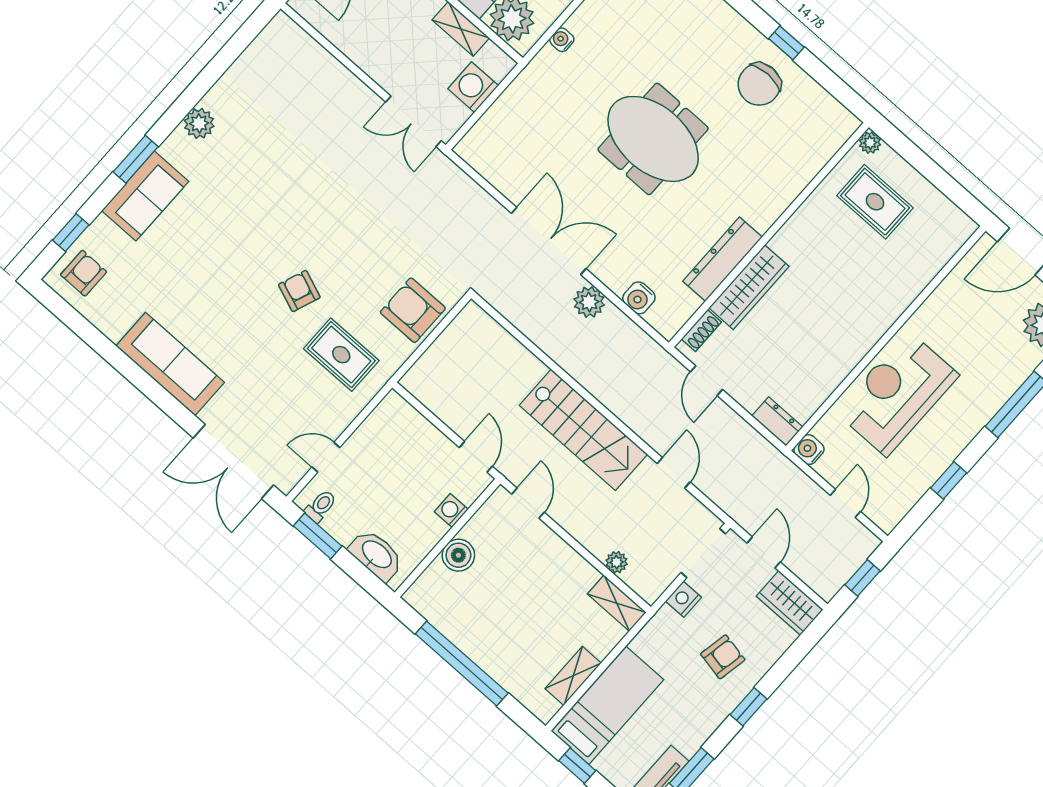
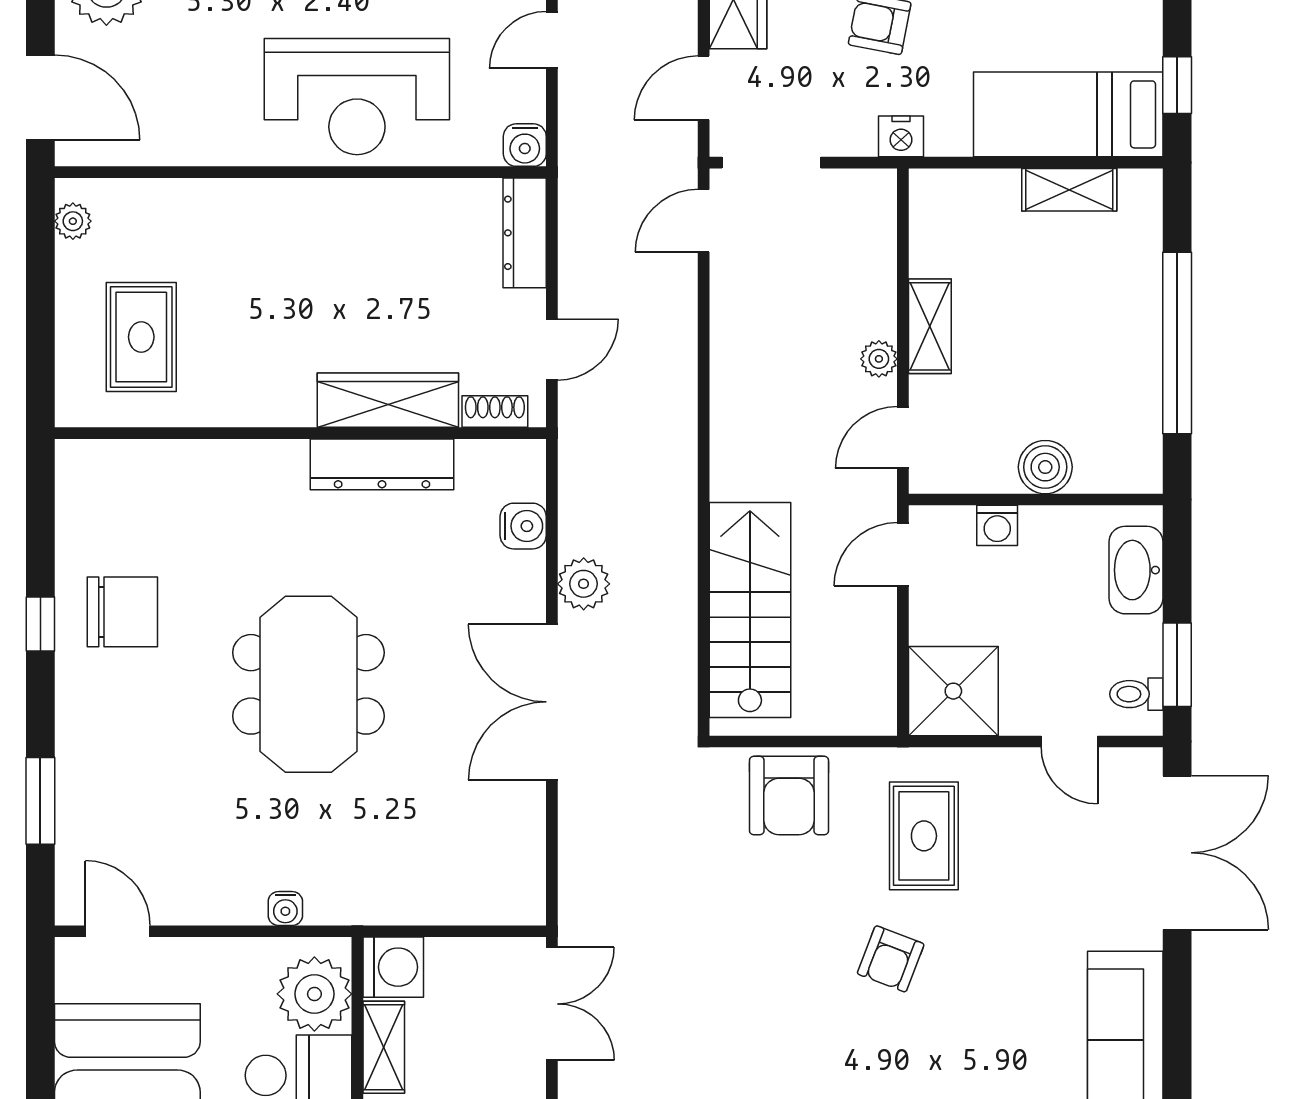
washing machine: (473, 87) -> (393, 967), moved, turned -90
plant: (870, 143) -> (73, 221), moved
dresser: (777, 421) -> (525, 233), width x1.44
shower: (394, 425) -> (953, 691), added
stairs: (583, 430) -> (750, 610), moved
door: (674, 473) -> (704, 221), moved
plant: (617, 562) -> (879, 359), moved
nightstand: (683, 599) -> (901, 136), moved
shelving: (617, 603) -> (930, 326), moved

